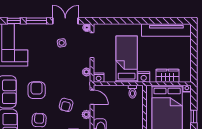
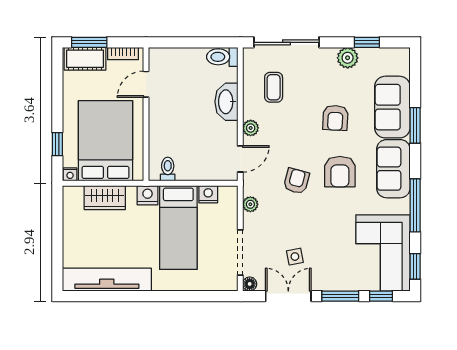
double door: (65, 21) -> (288, 296), swing flipped
nightstand: (99, 78) -> (208, 194), moved
door: (92, 97) -> (240, 159), swing flipped
armchair: (66, 105) -> (296, 181), moved
window: (194, 117) -> (57, 144), moved

